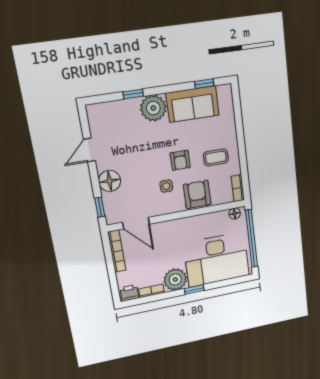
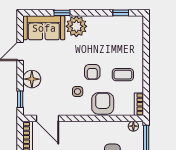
sofa: (193, 104) -> (44, 28), moved

